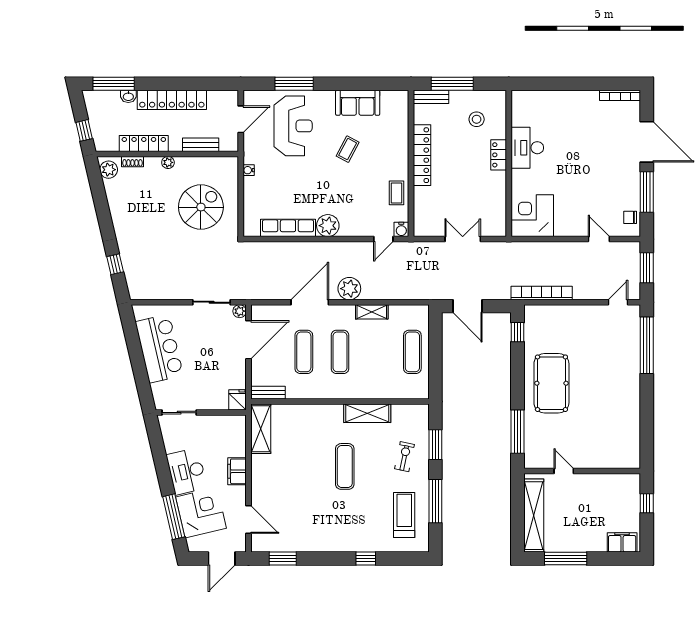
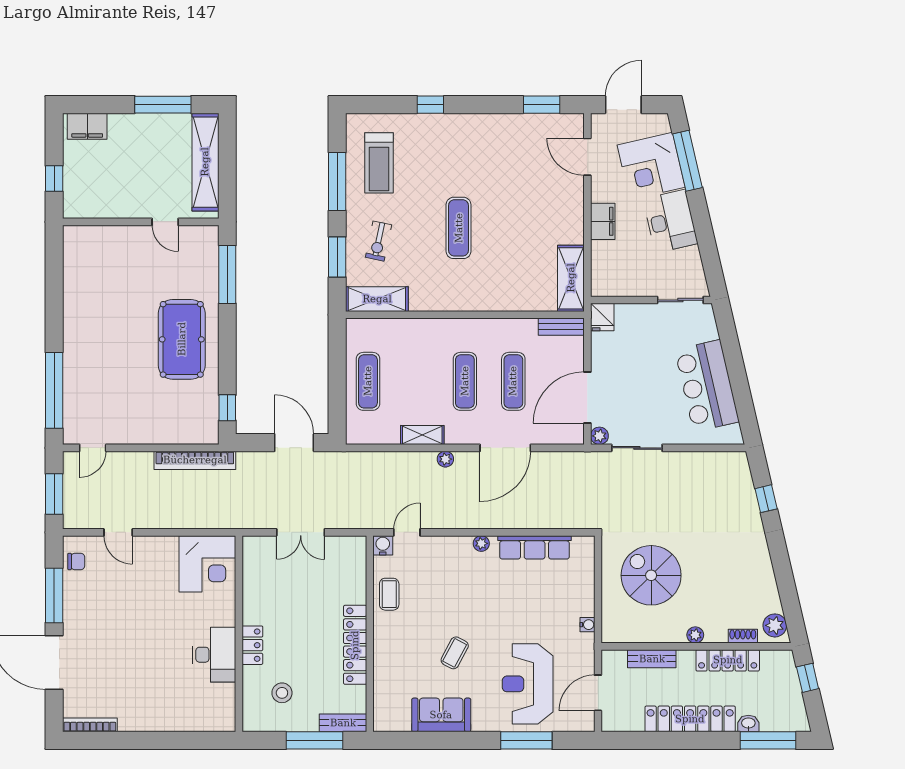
spiral stairs: (201, 207) -> (651, 575), turned 90
plant: (328, 226) -> (481, 543), width x0.53, depth x0.53
plant: (349, 289) -> (445, 459), width x0.53, depth x0.53
shelving: (367, 413) -> (377, 299), moved

